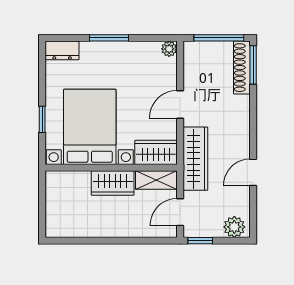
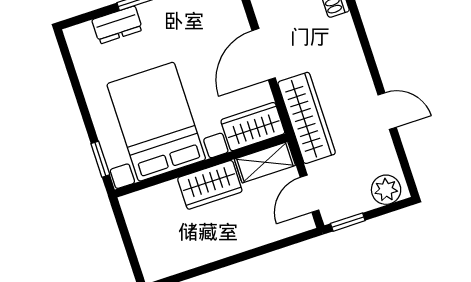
dresser: (62, 50) -> (117, 25), moved
door: (180, 104) -> (264, 54), width x1.37
window: (42, 119) -> (100, 159), moved
door: (253, 172) -> (387, 111), swing flipped

